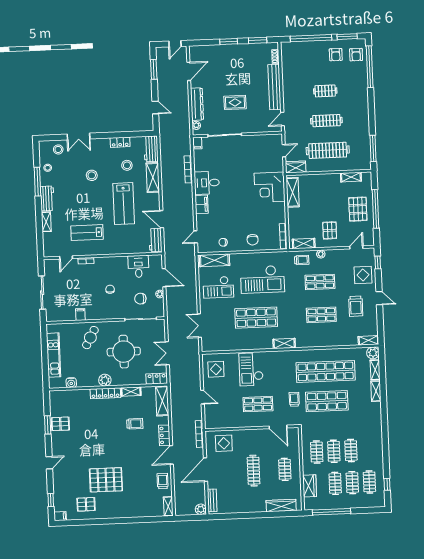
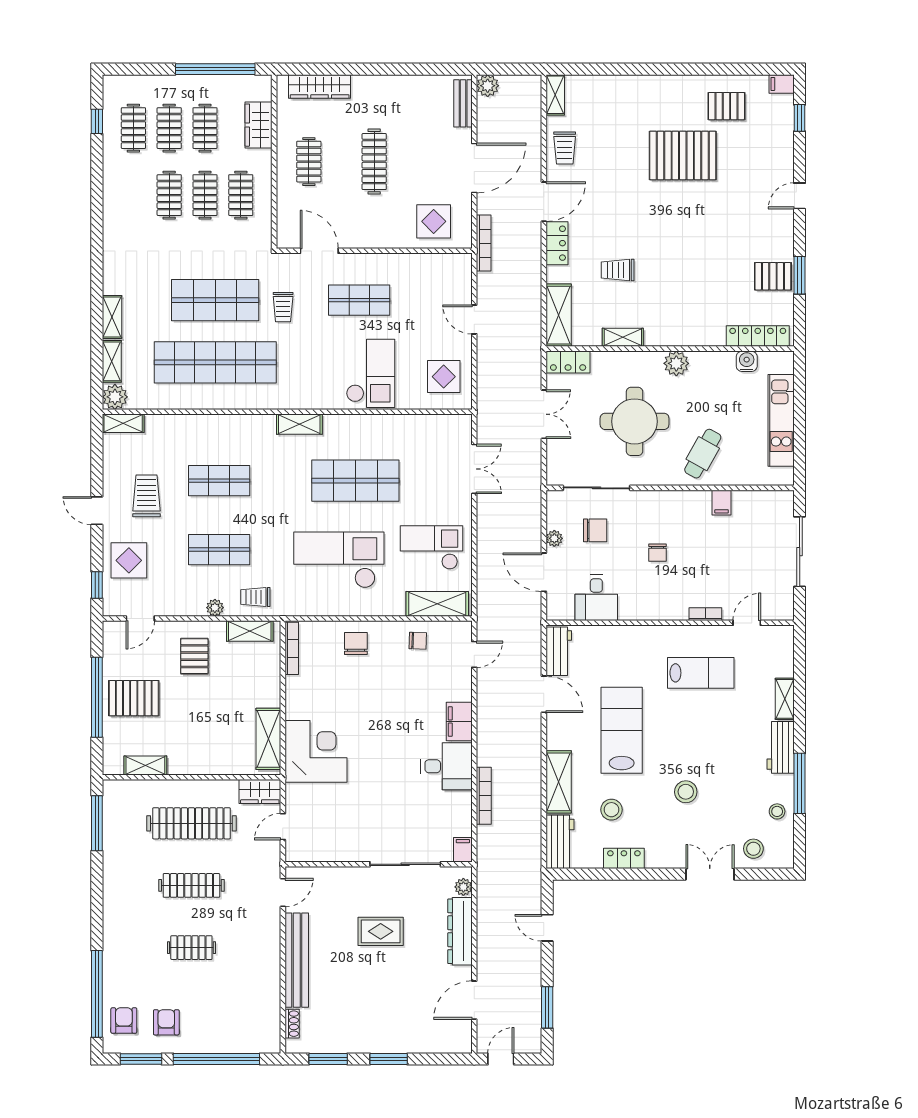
pallet: (358, 209) -> (134, 698), turned 90
locker: (105, 393) -> (758, 336), moved

